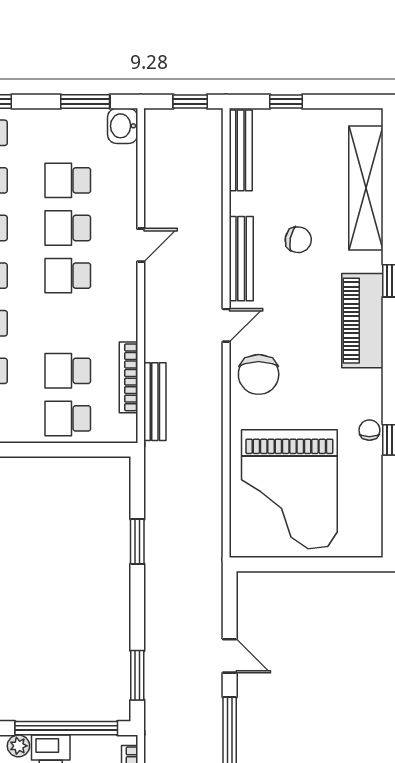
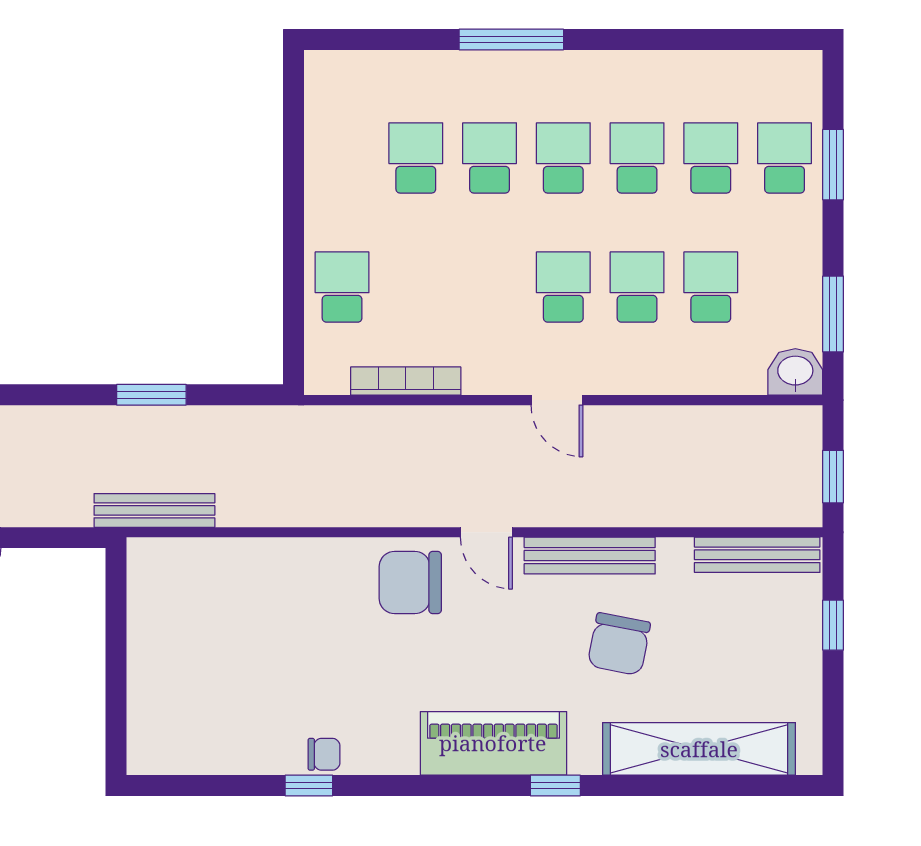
chair: (298, 240) -> (619, 644), width x1.37, depth x1.37
door: (141, 245) -> (557, 400), moved
school desk: (68, 371) -> (416, 287), removed
bench: (155, 402) -> (154, 510), moved
grand piano: (289, 489) -> (232, 630), removed

